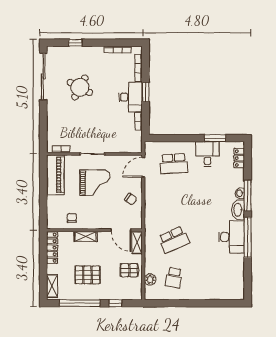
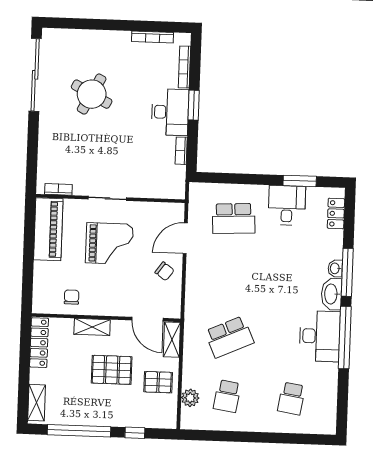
window: (75, 43) -> (87, 24), removed
door: (143, 167) -> (185, 238), moved
pallet: (88, 275) -> (112, 370), moved
school desk: (215, 278) -> (291, 398), added

